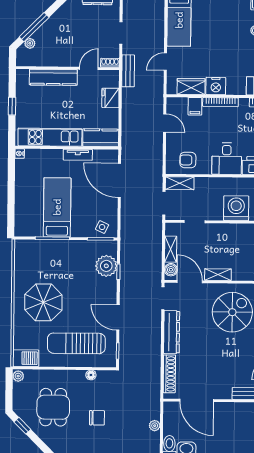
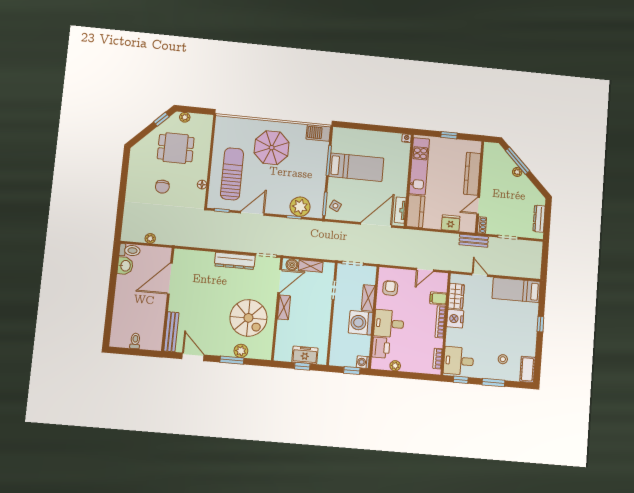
plant: (30, 43) -> (517, 172), moved
door: (89, 68) -> (478, 206), swing flipped
tv unit: (78, 155) -> (400, 210), moved
shelving: (180, 183) -> (368, 298), moved
washing machine: (236, 208) -> (361, 323), moved, turned 180
barbecue: (26, 358) -> (318, 133), moved, turned 90
shoe rack: (169, 374) -> (197, 256), removed
plant: (18, 376) -> (185, 117), moved

